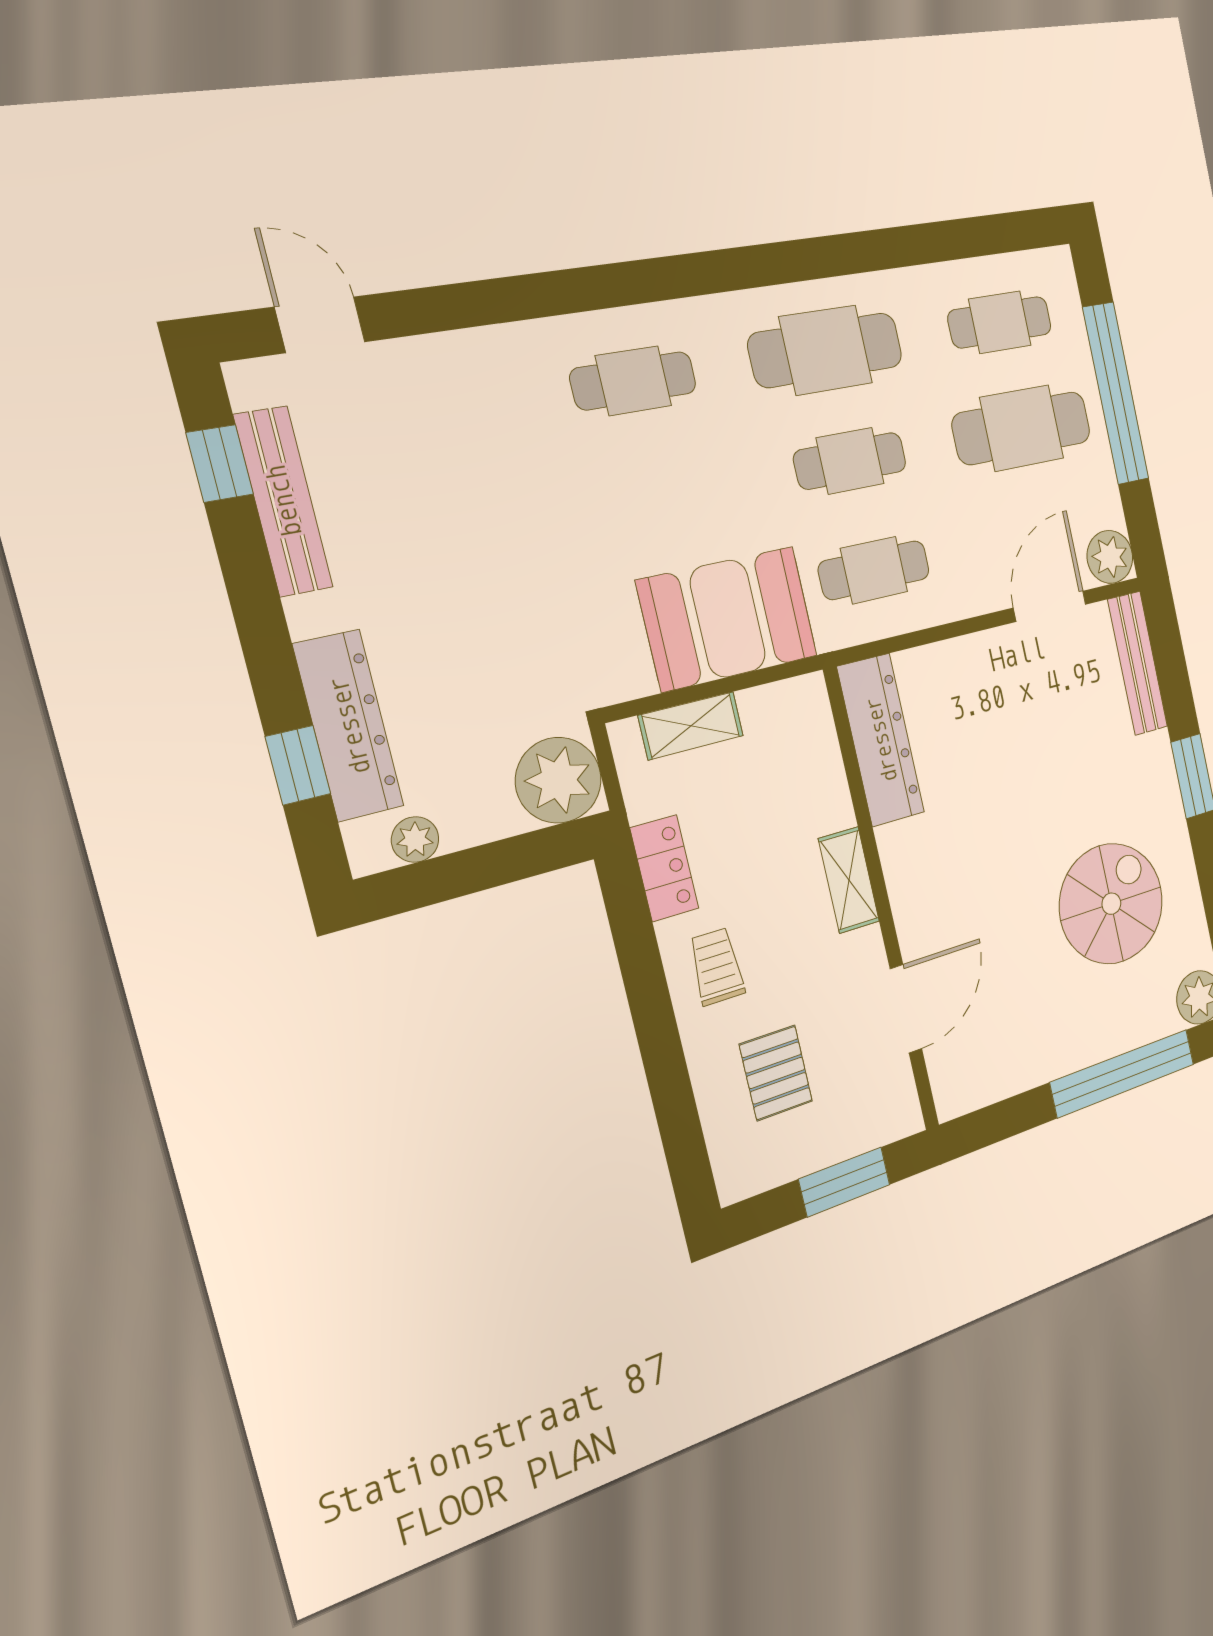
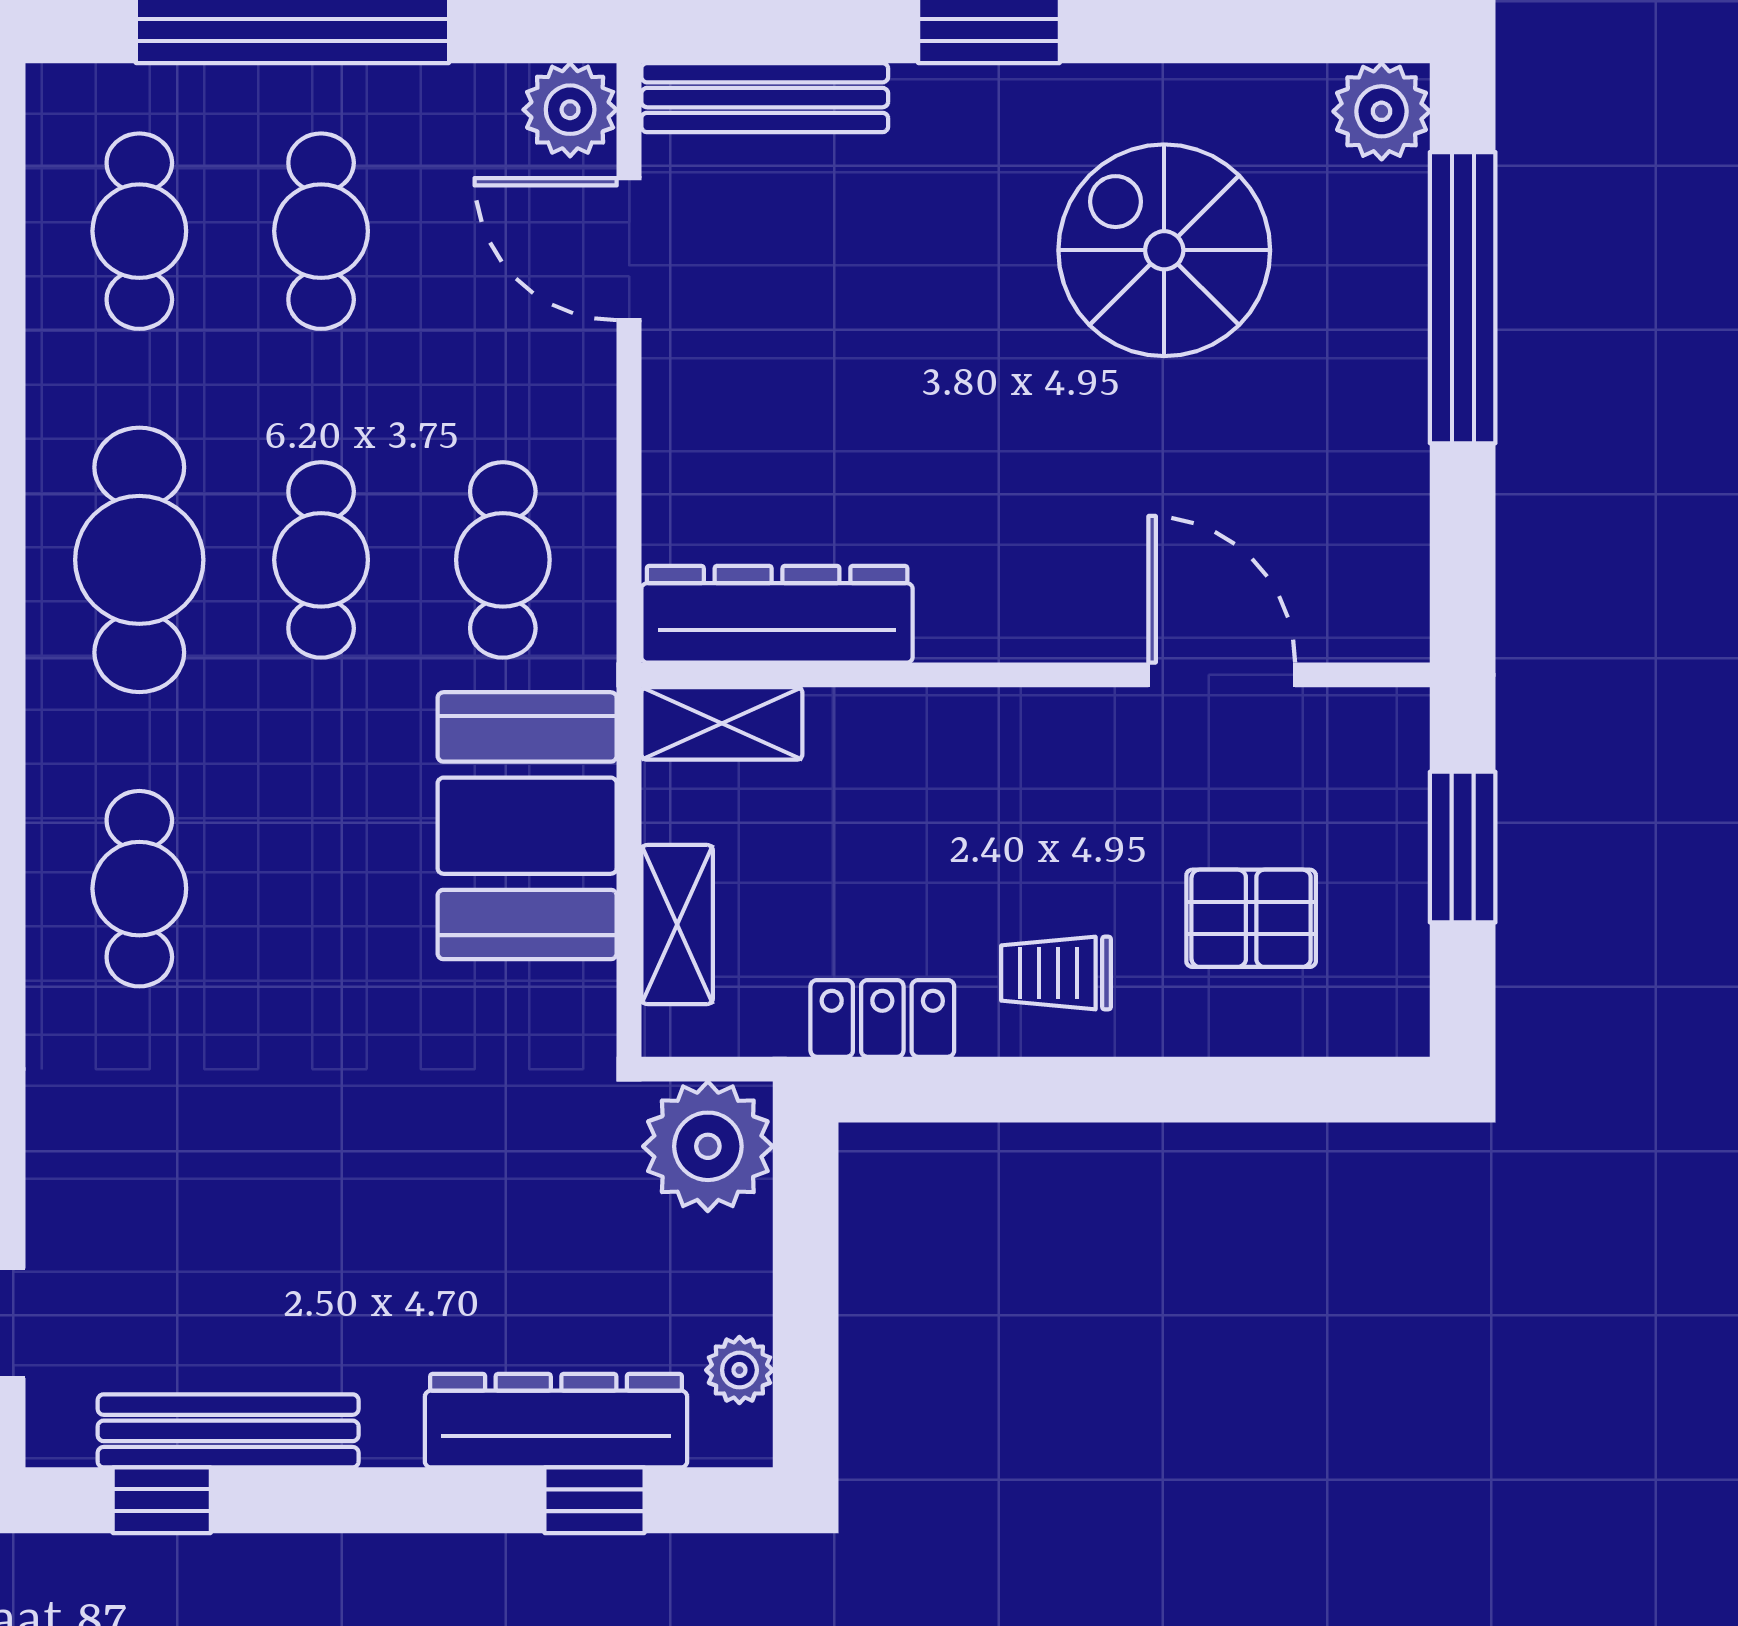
cafe table: (1022, 428) -> (321, 231), width x0.73, depth x0.74
shelving: (849, 880) -> (722, 723), moved

